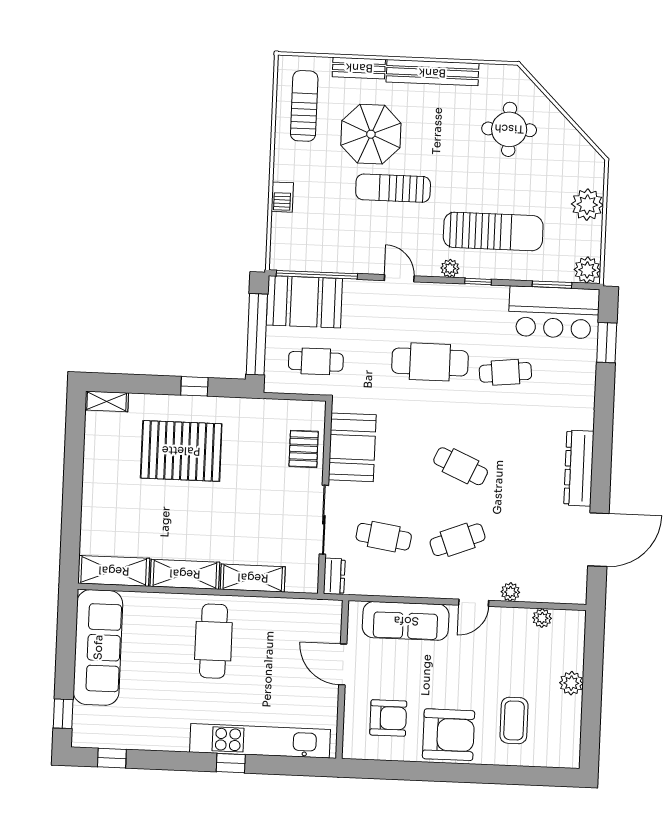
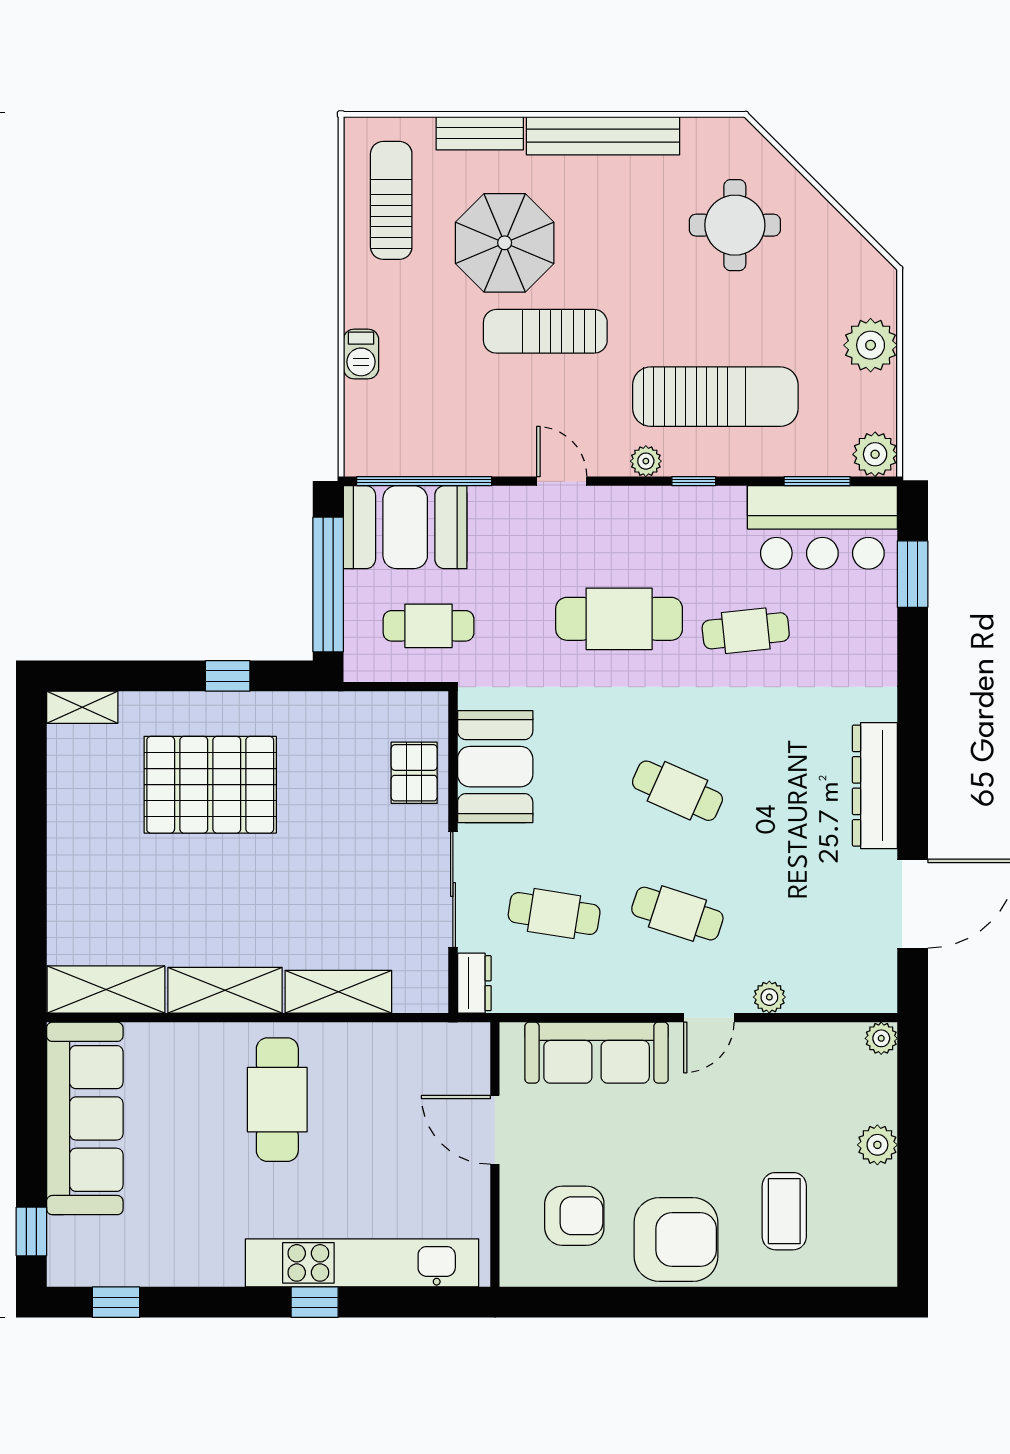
cafe table: (458, 540) -> (677, 914), turned 39
plant: (542, 618) -> (881, 1038), moved

